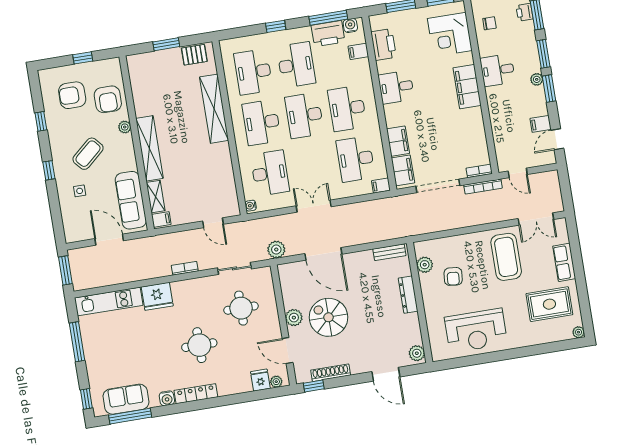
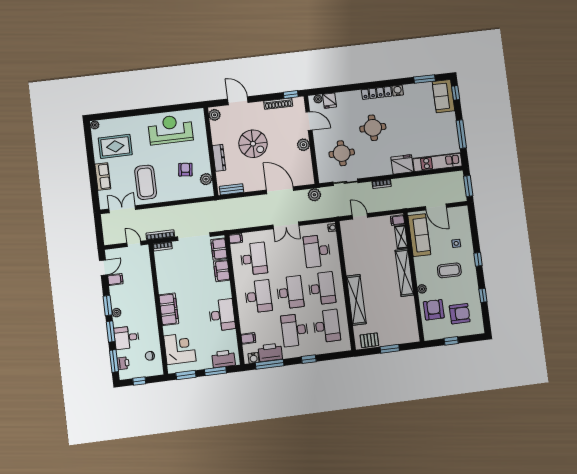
printer: (383, 45) -> (224, 359), moved, turned 90
desk: (497, 70) -> (127, 338), moved, turned 180
desk: (396, 87) -> (222, 315), width x1.37
coffee table: (88, 154) -> (449, 270), turned 41
spiral stairs: (329, 317) -> (253, 144), moved
sofa: (126, 399) -> (443, 96), moved, turned 90
window: (130, 416) -> (425, 79), width x0.69

